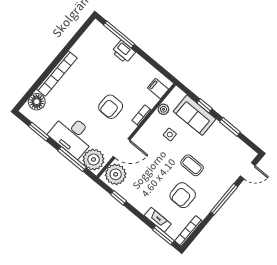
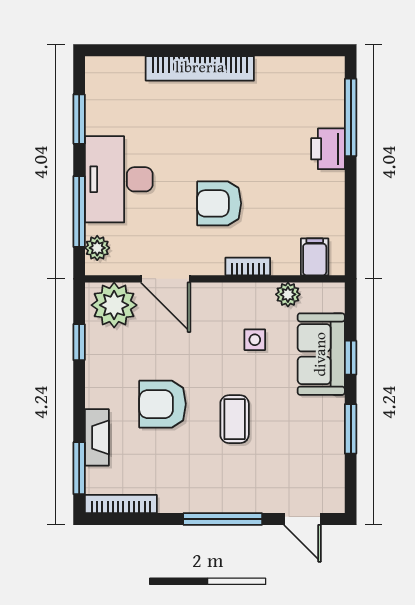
floor lamp: (37, 102) -> (125, 74), removed
plant: (94, 160) -> (97, 248), width x0.53, depth x0.53
armchair: (183, 195) -> (163, 404), moved

